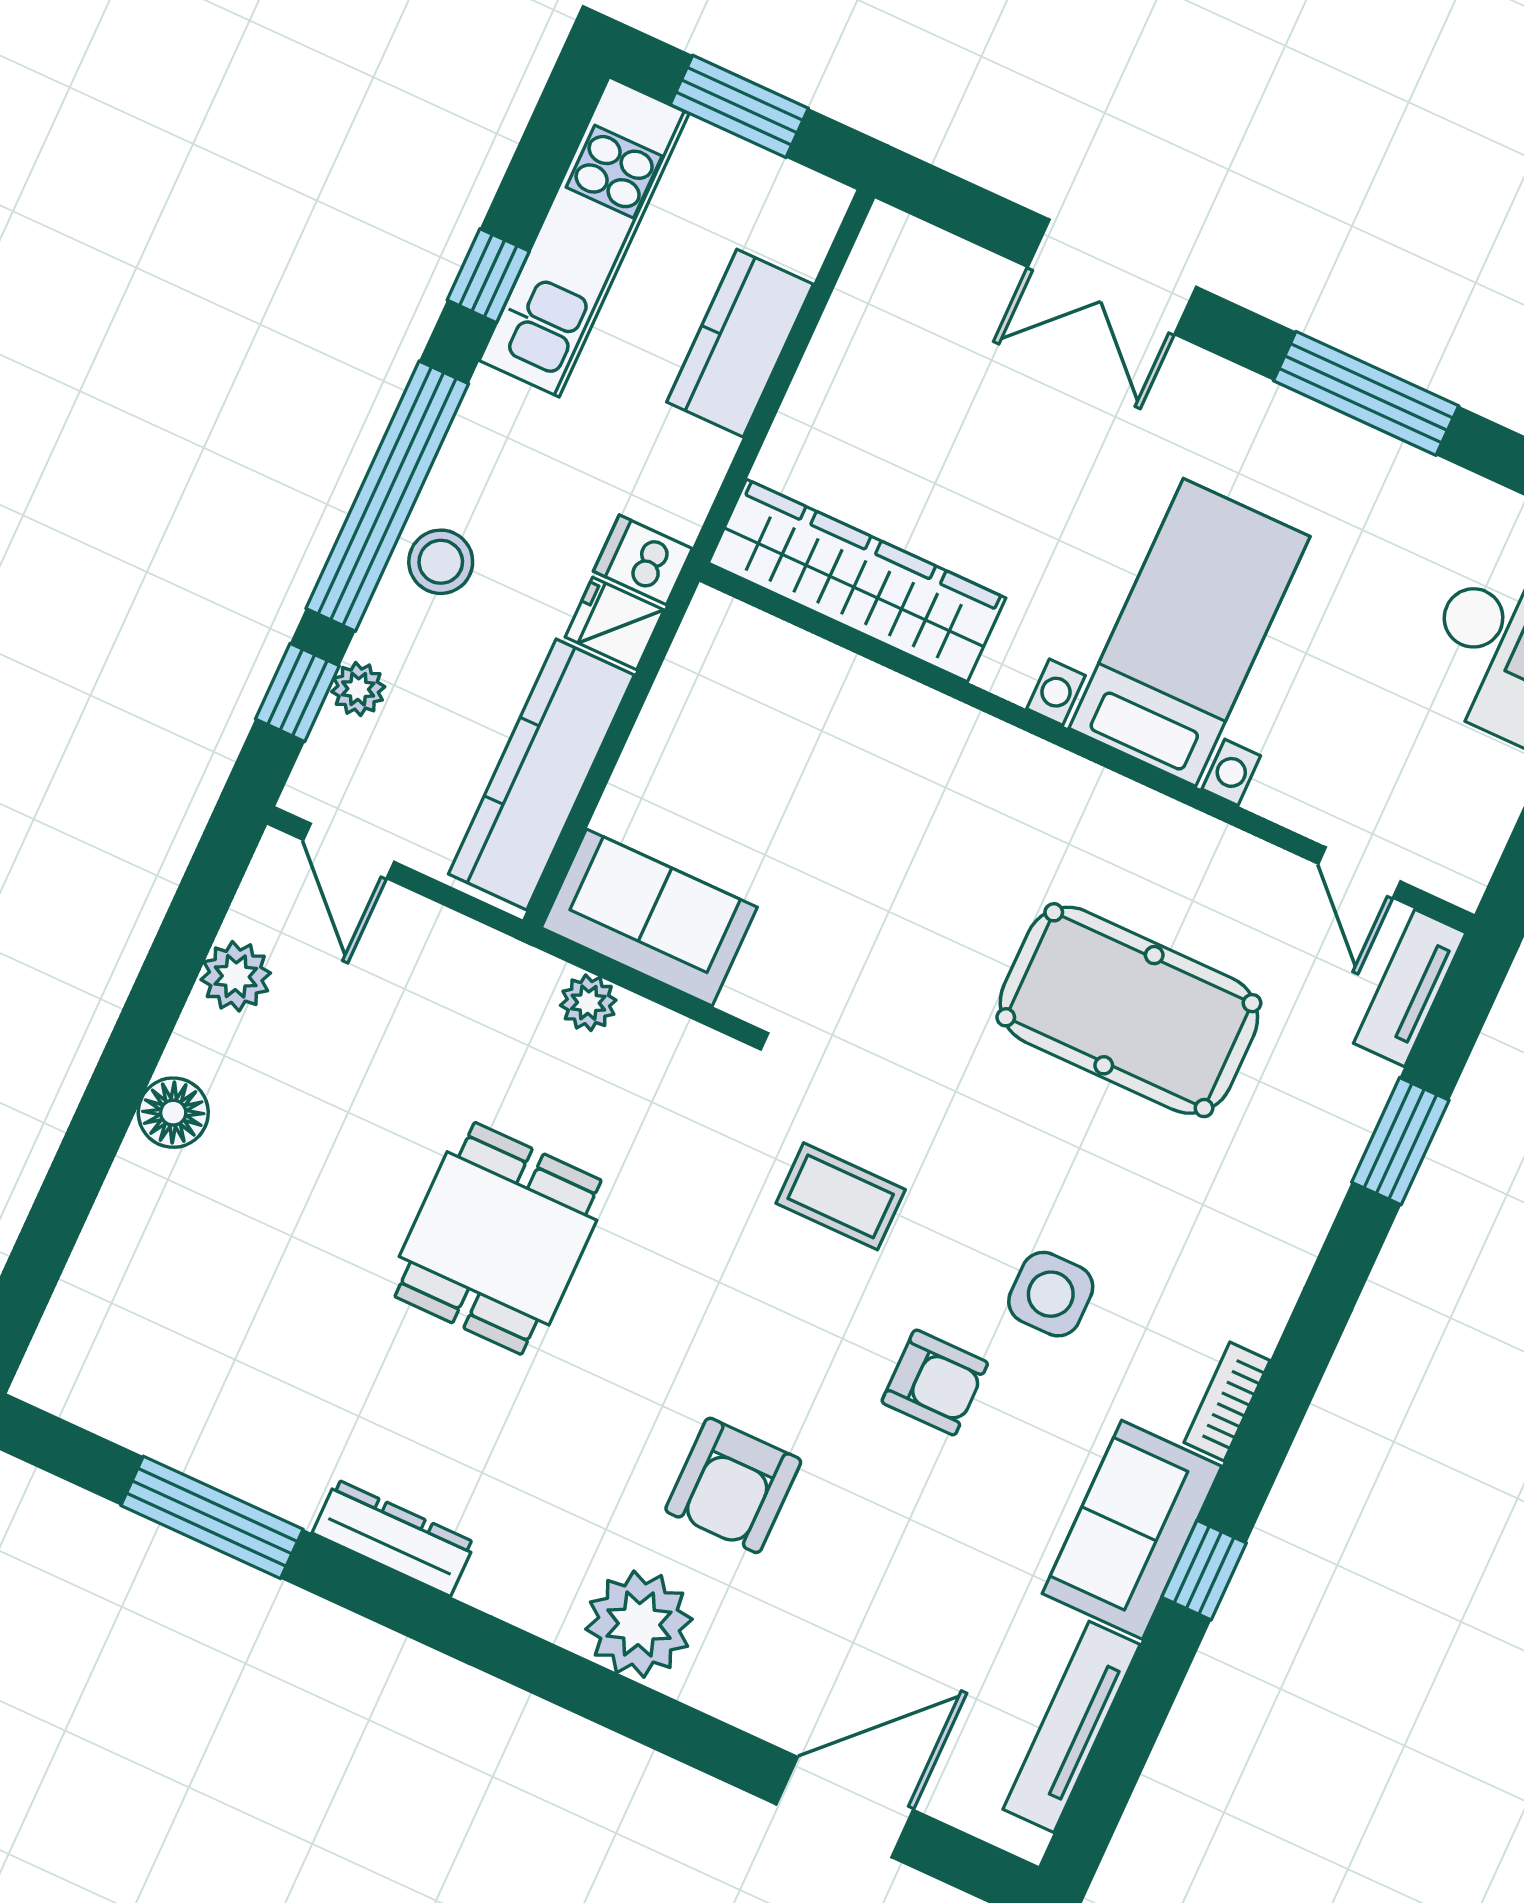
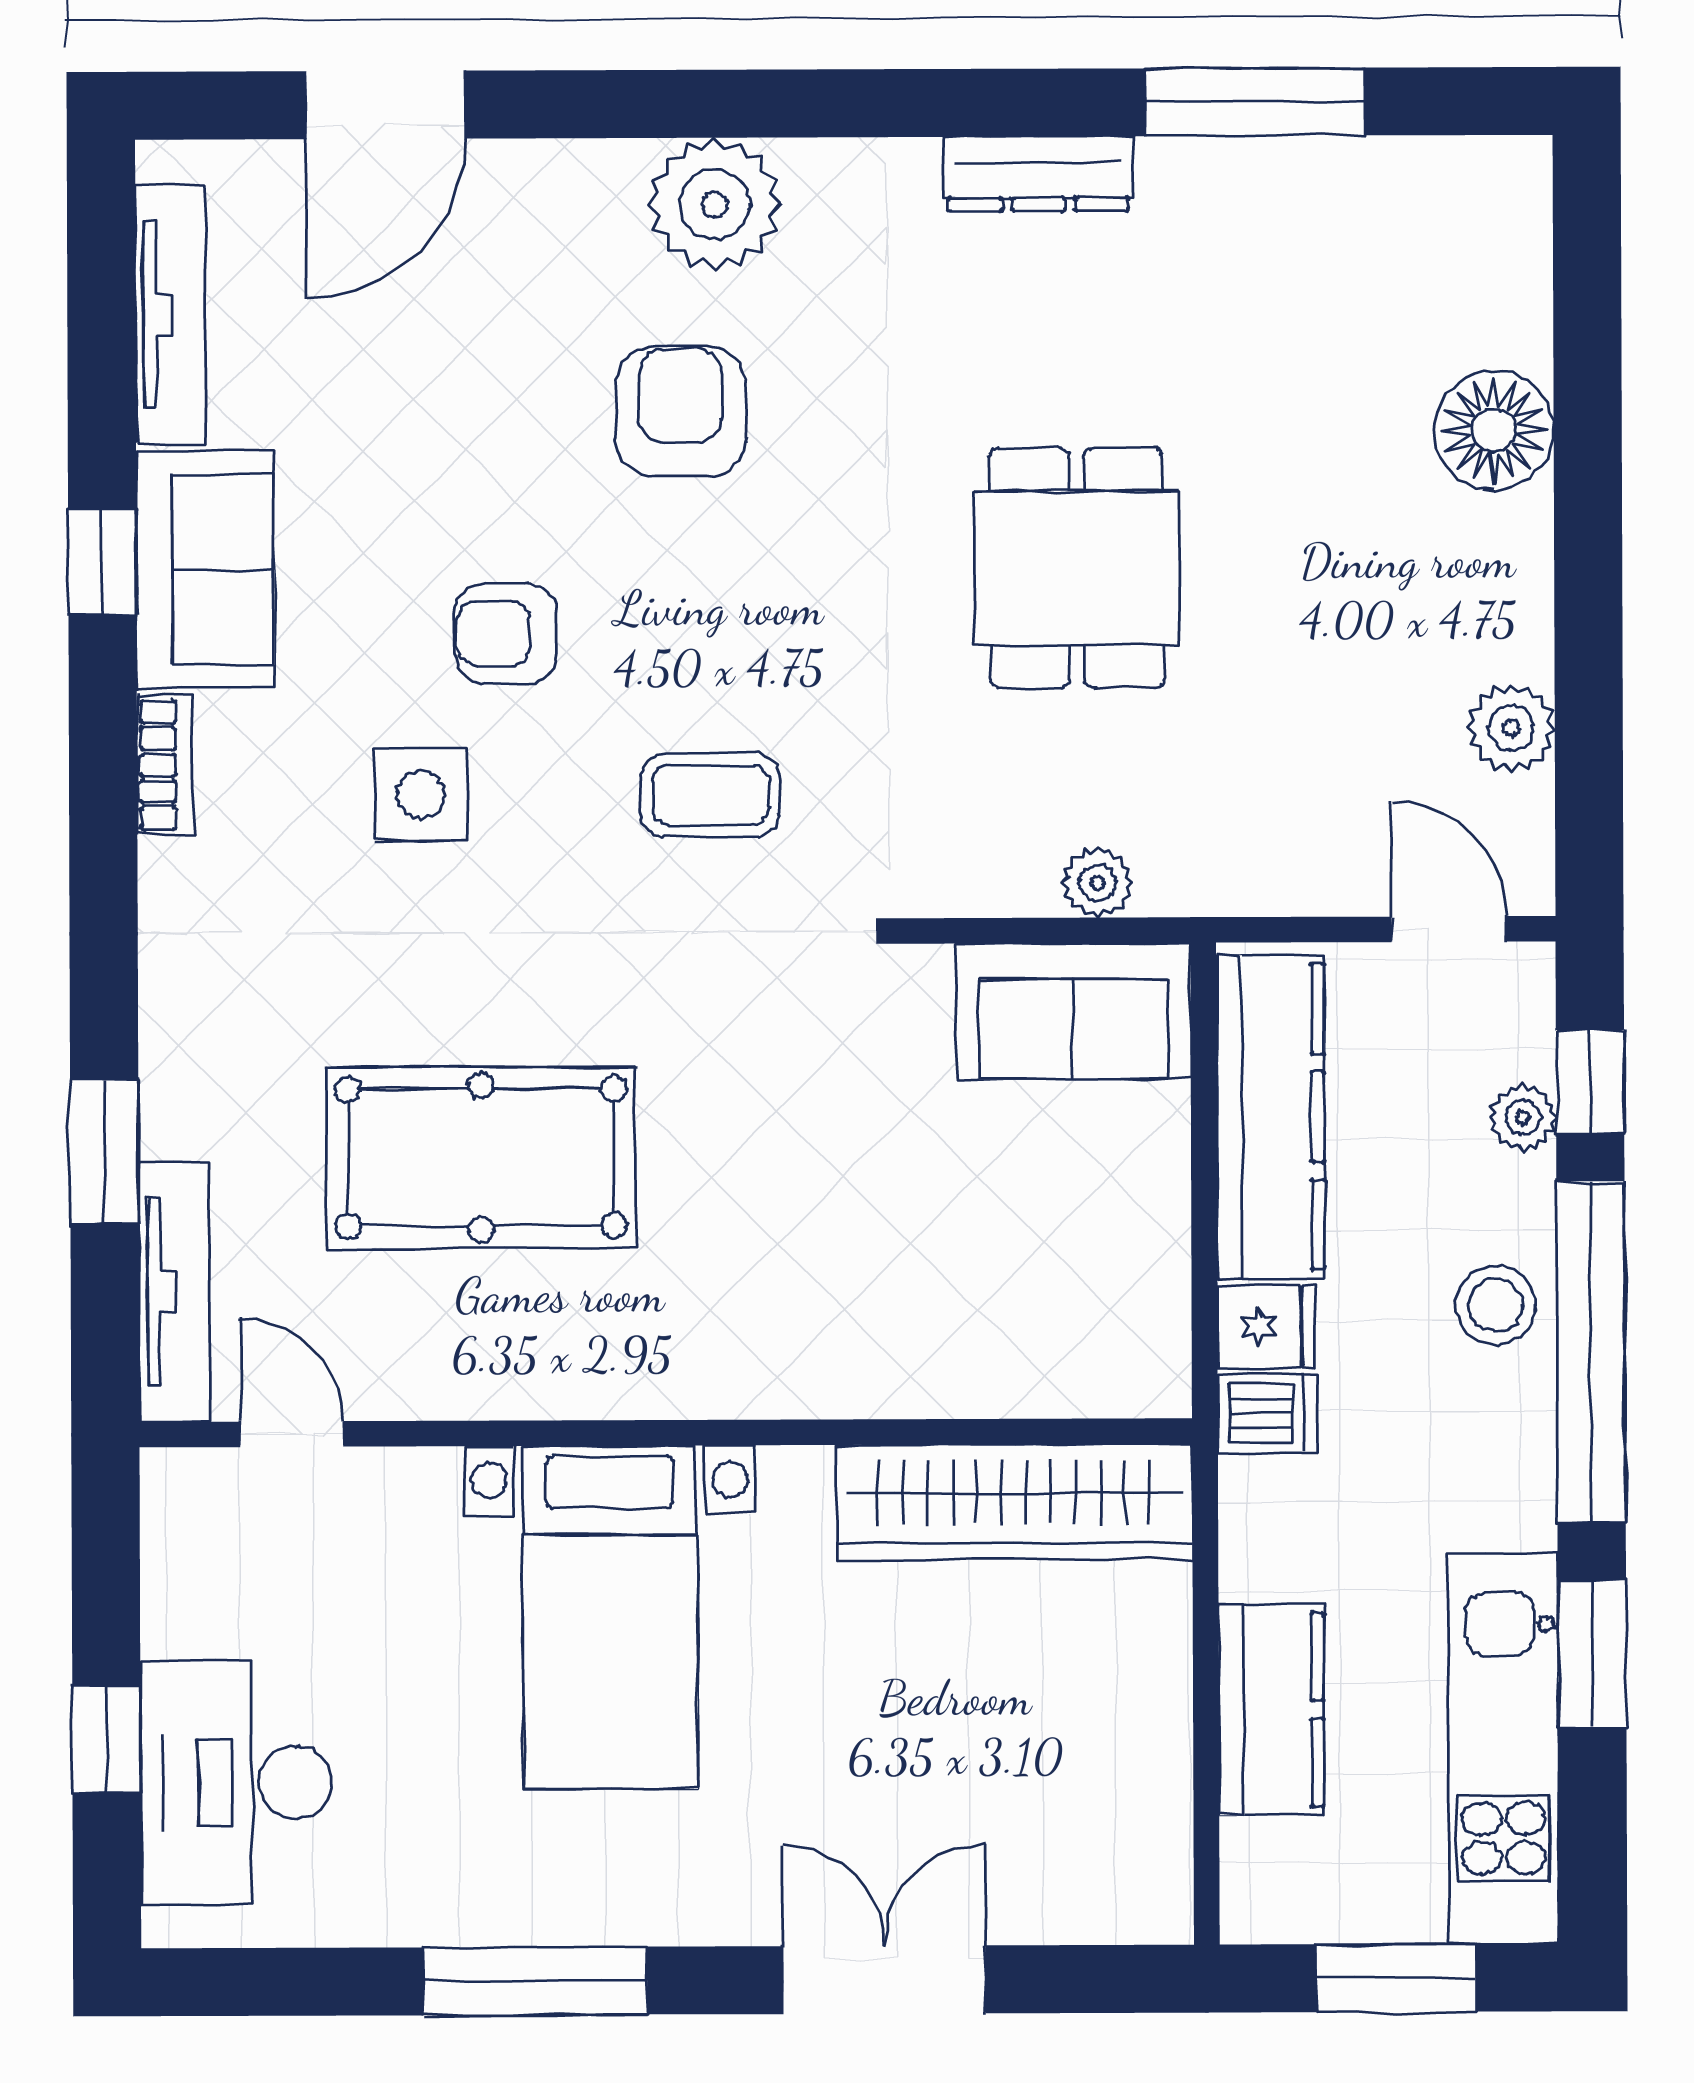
window: (488, 276) -> (1592, 1654), width x1.50
tv unit: (1410, 988) -> (174, 1292), width x1.41
floor lamp: (173, 1113) -> (1494, 430), moved, width x1.38, depth x1.38

